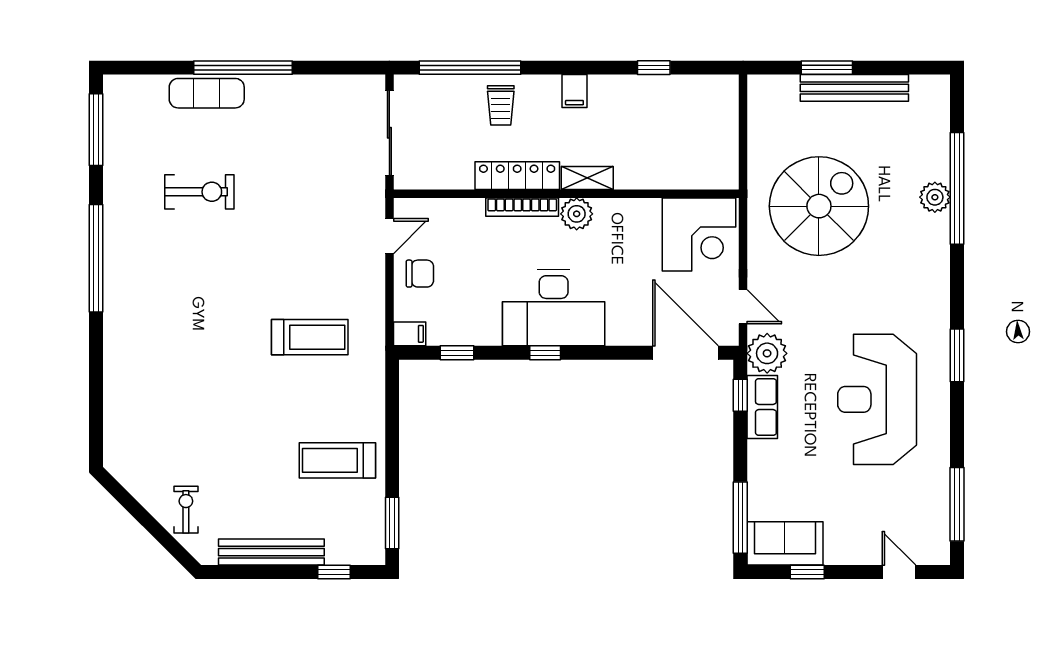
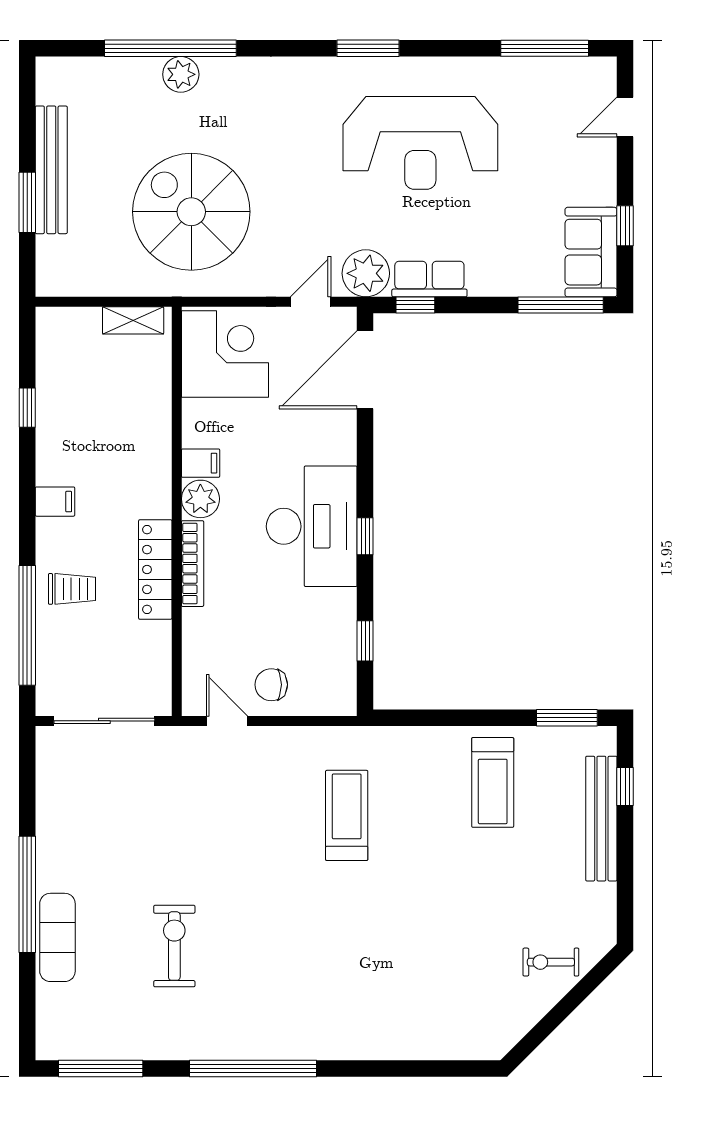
shelving: (587, 178) -> (133, 320), moved, turned 90
chair: (420, 274) -> (271, 685), turned -90
filing cabinet: (410, 334) -> (201, 463), moved, turned 90
bench: (271, 552) -> (601, 819), moved

